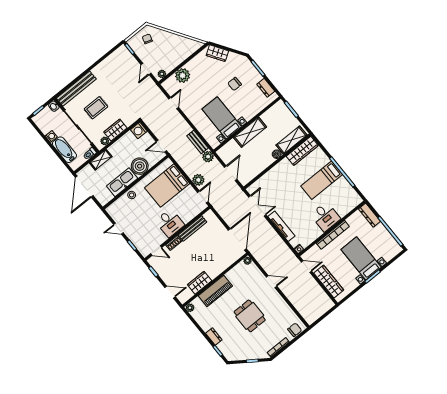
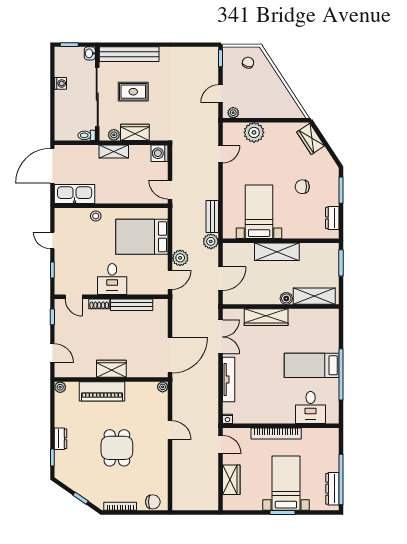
bathtub: (64, 150) -> (63, 109), removed
wardrobe: (302, 151) -> (266, 317), moved
shelving: (101, 160) -> (114, 151), moved
boiler: (140, 166) -> (129, 192), removed
kitchen sink: (122, 182) -> (75, 194), moved
dresser: (369, 215) -> (332, 489), moved
desk: (325, 217) -> (311, 407), moved
wardrobe: (329, 282) -> (231, 480), width x0.67
wardrobe: (200, 283) -> (111, 369), moved

